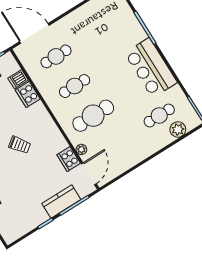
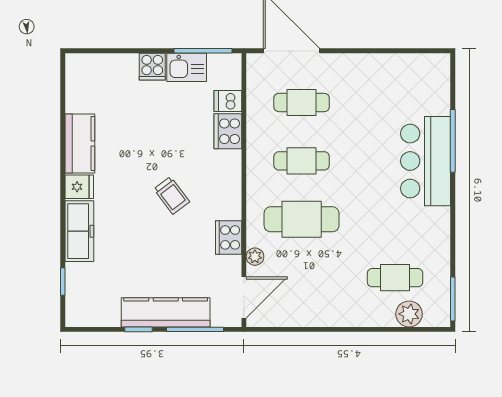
bar counter: (151, 68) -> (426, 161), moved
cooker: (69, 159) -> (229, 237), moved
kitchen counter: (61, 201) -> (166, 312), width x1.50

